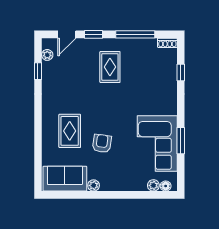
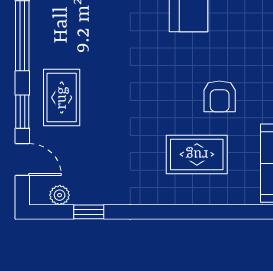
rug: (110, 67) -> (62, 98), moved, turned 90
armchair: (102, 143) -> (220, 96), turned -98

